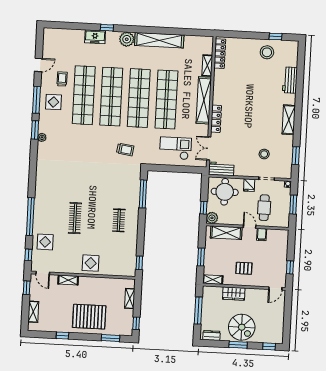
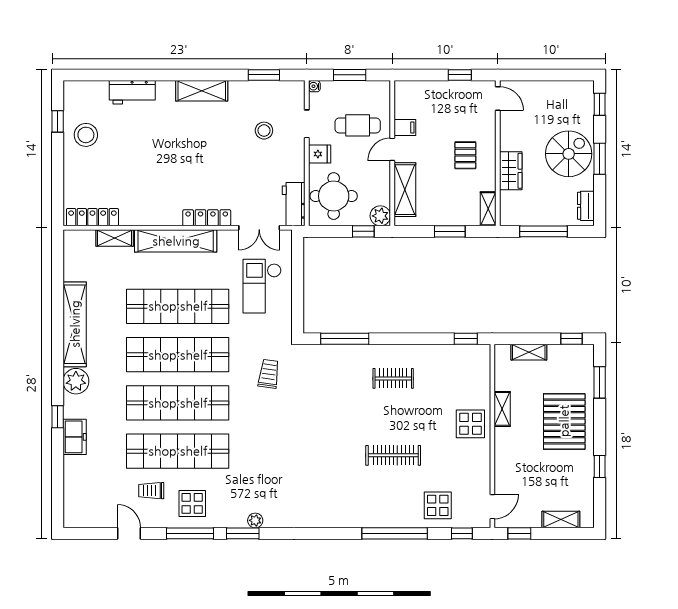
shelving: (68, 280) -> (502, 409), moved

